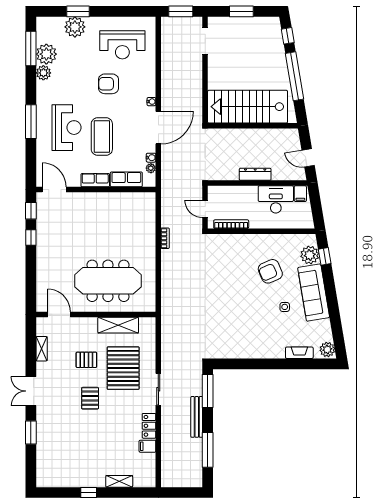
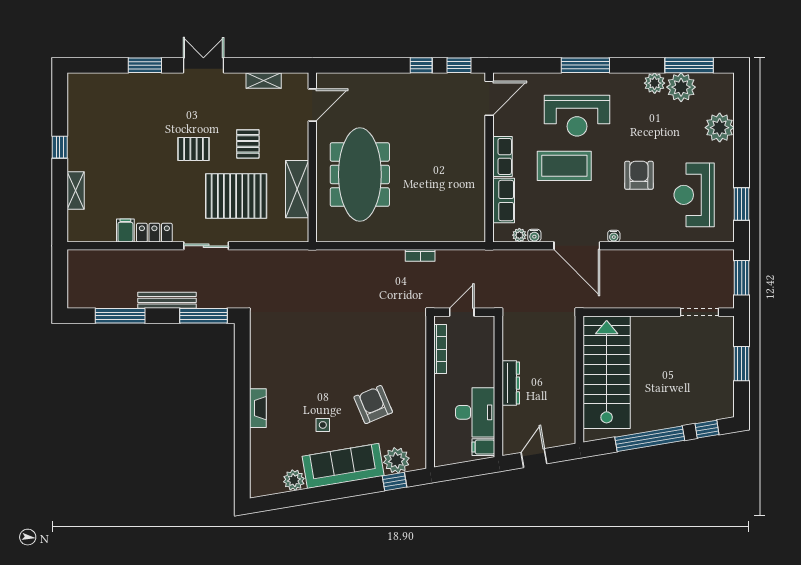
window: (78, 11) -> (742, 204), moved
plant: (327, 349) -> (294, 480), moved
fireplace: (299, 353) -> (258, 408), moved

